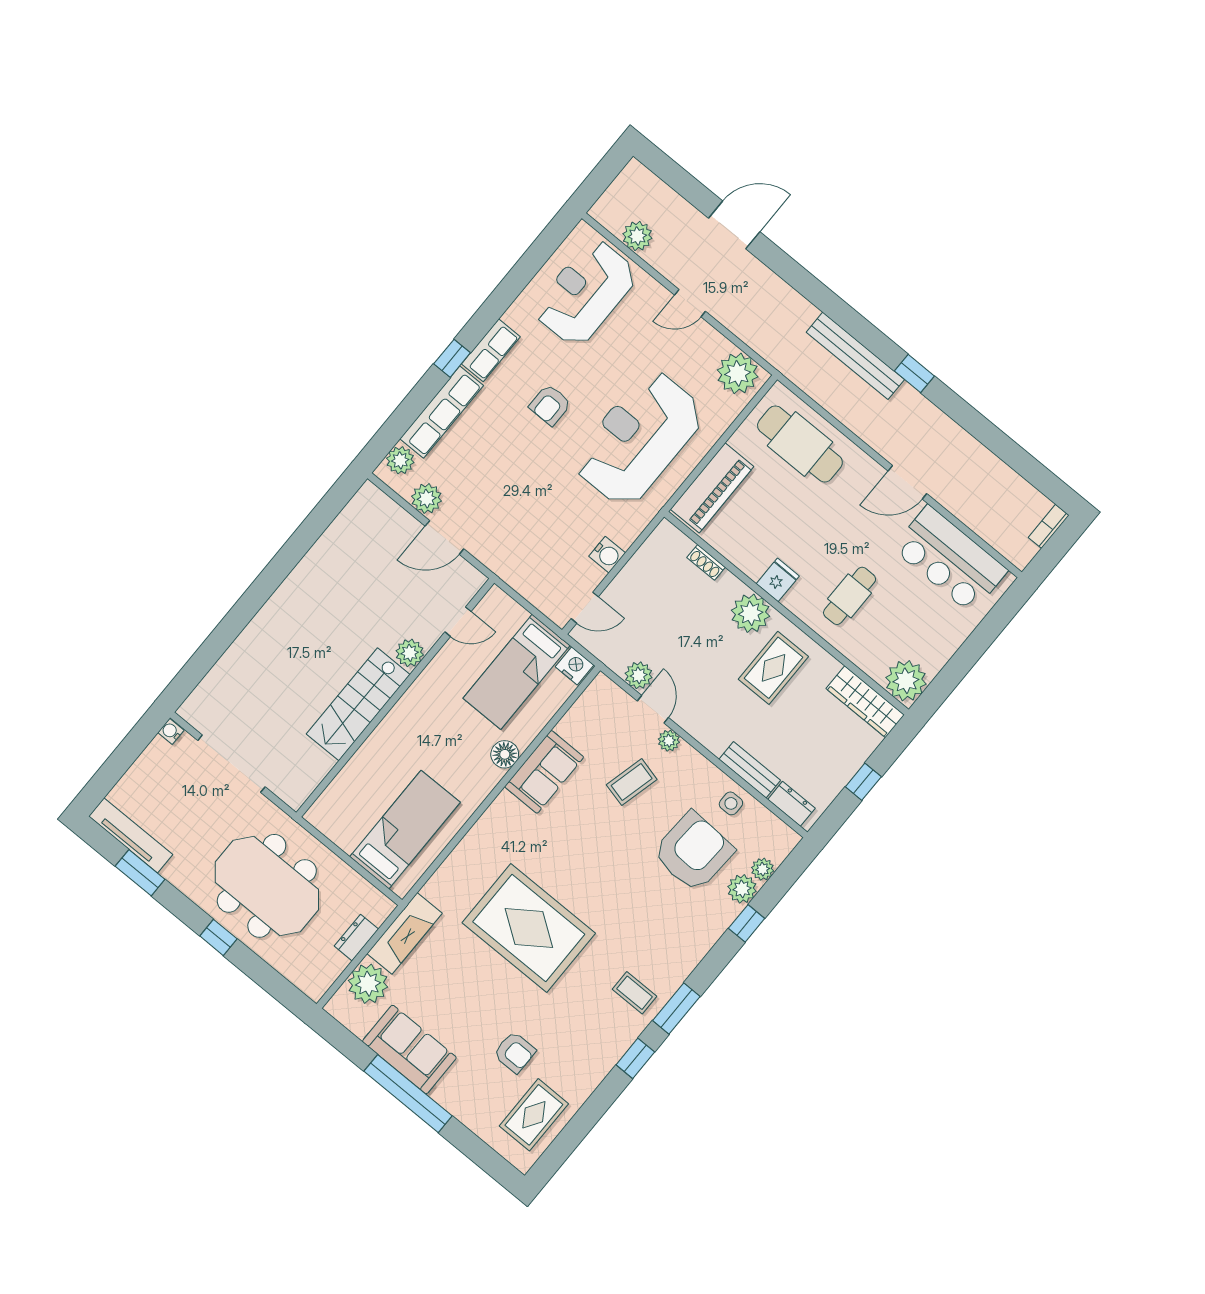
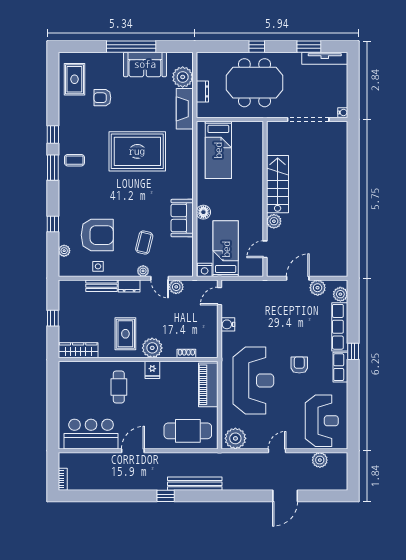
plant: (906, 681) -> (69, 372), removed
dresser: (791, 804) -> (129, 286), moved
armchair: (693, 852) -> (97, 235), turned -93
plant: (742, 889) -> (66, 236), removed

